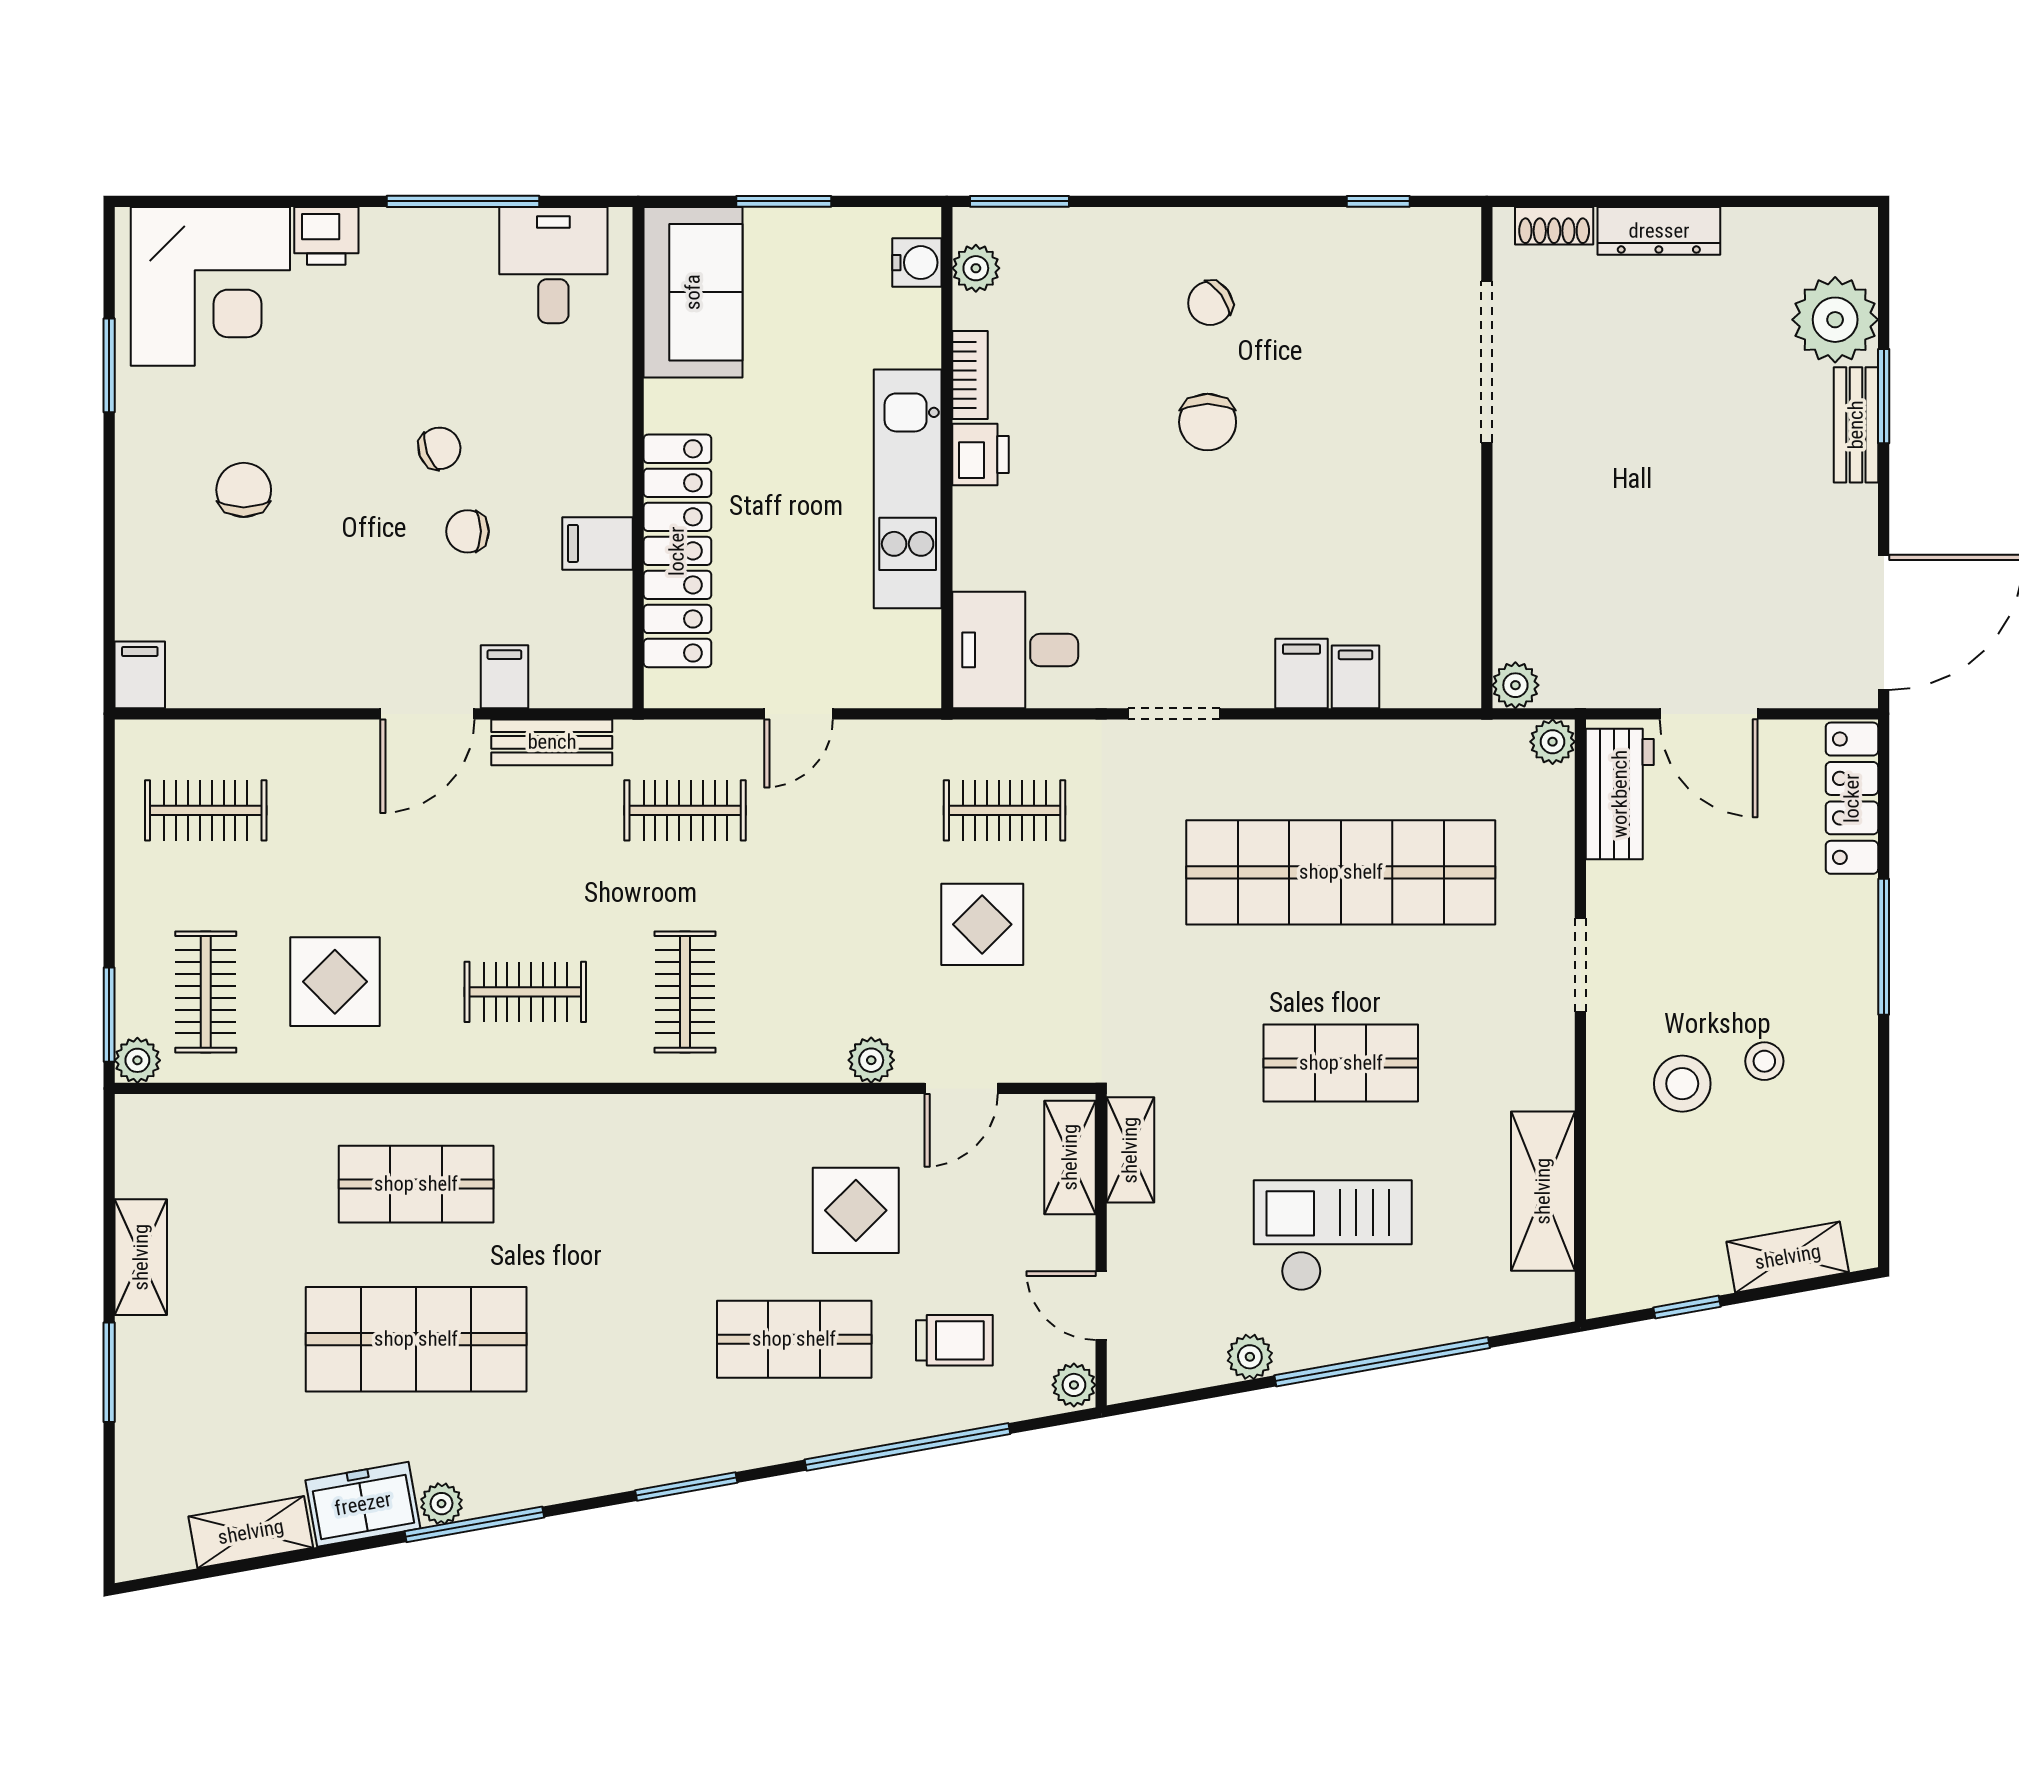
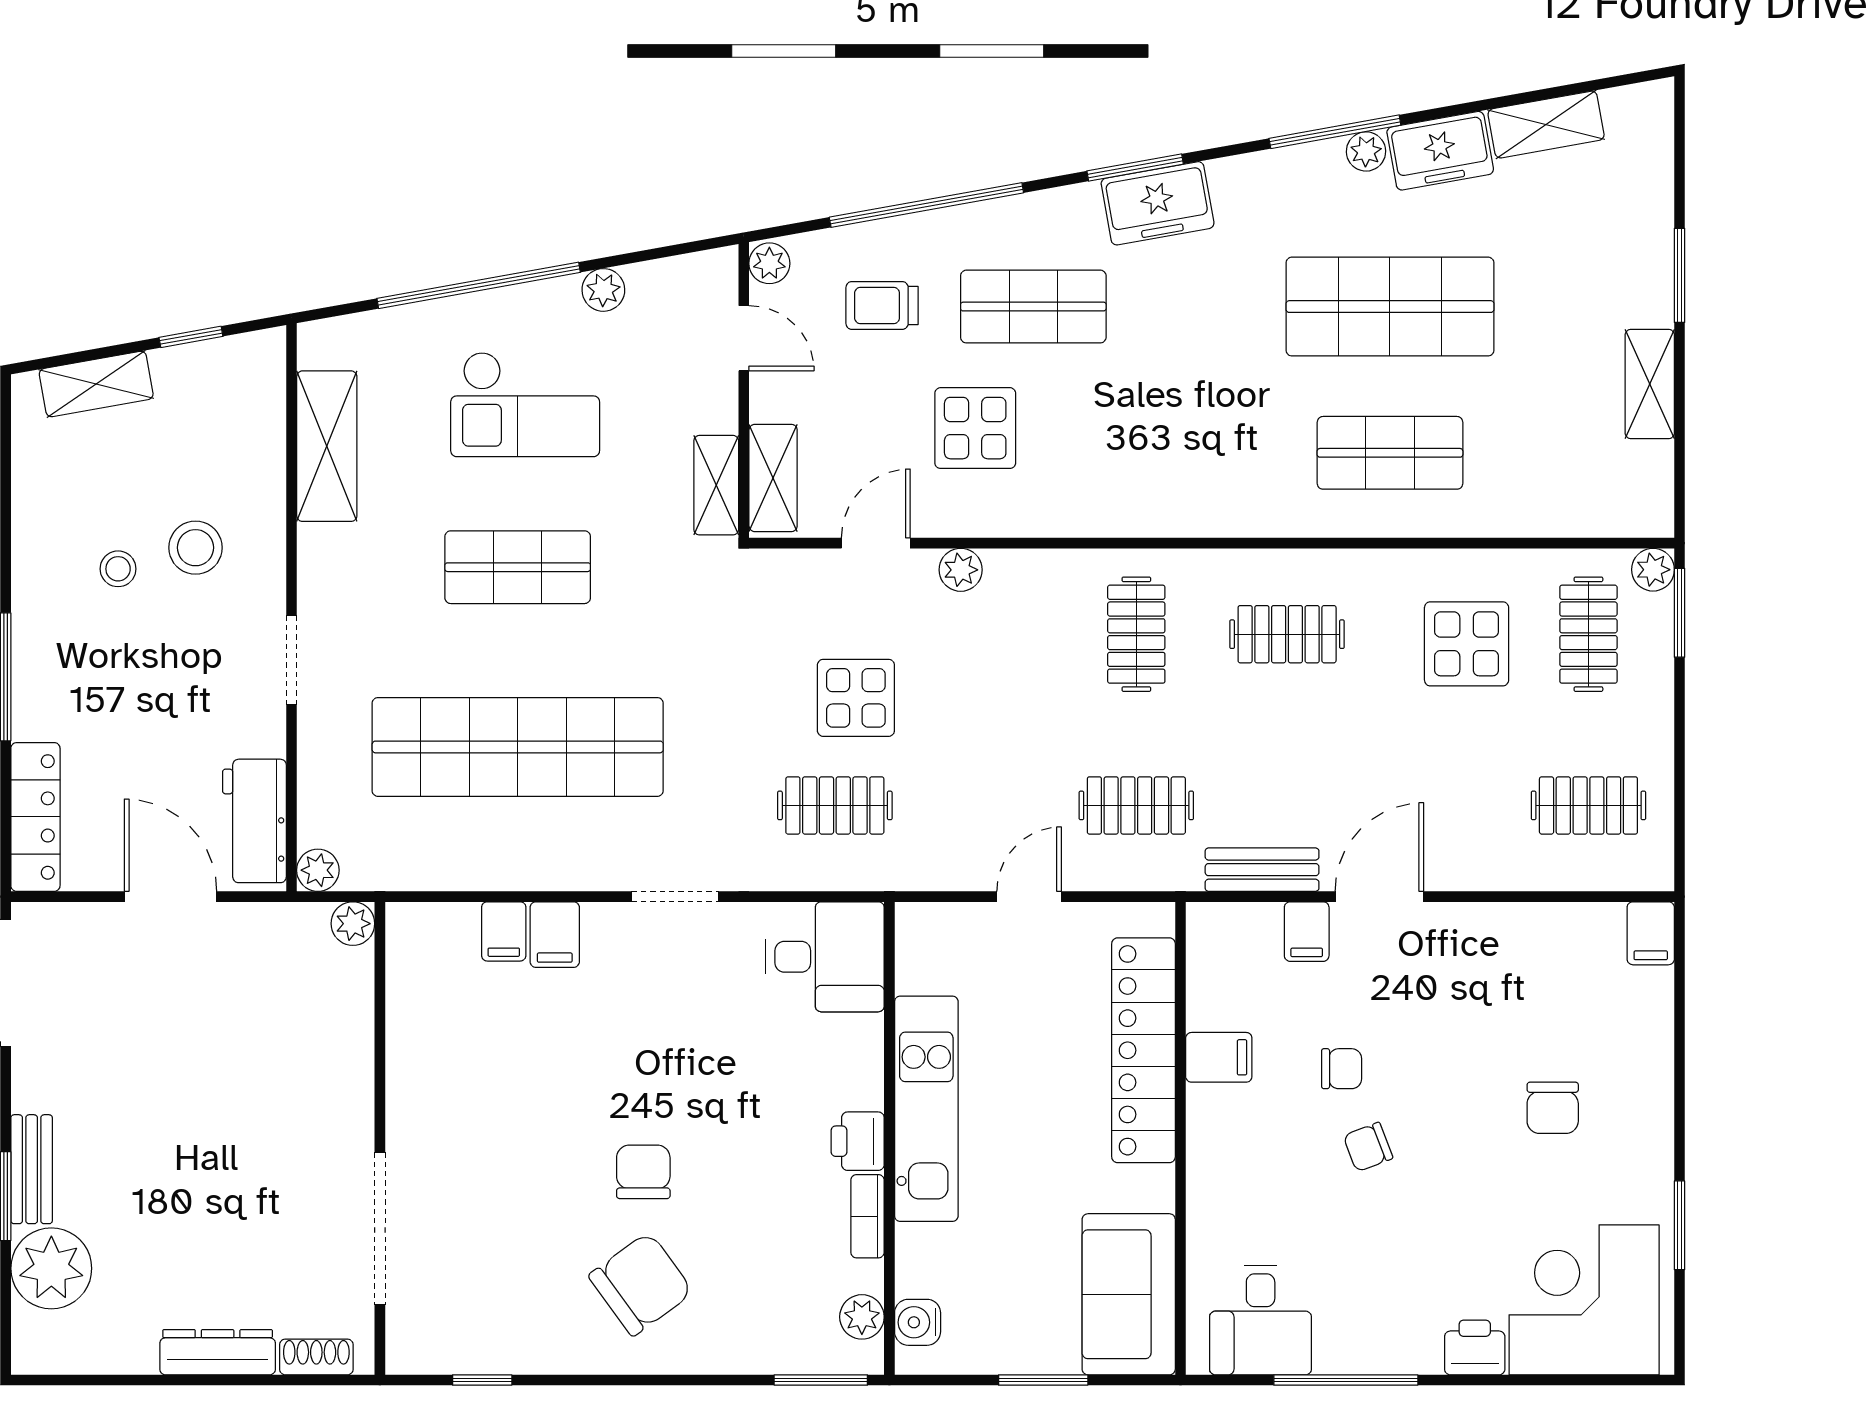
chair: (1210, 303) -> (641, 1284), width x1.87, depth x1.87
freezer: (663, 1449) -> (1158, 203), added

